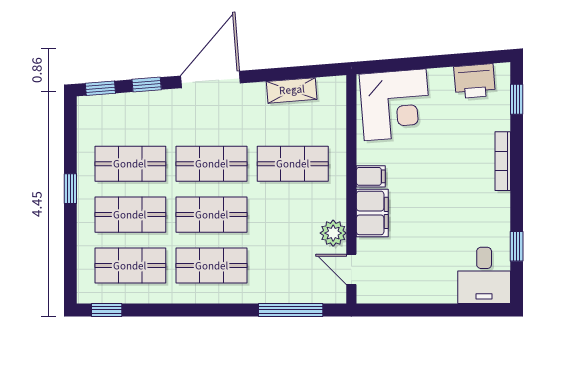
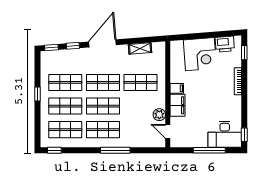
corner desk: (395, 105) -> (200, 54), moved
window: (517, 246) -> (244, 135), moved
desk: (484, 275) -> (225, 134), width x1.37
window: (291, 310) -> (115, 150), moved
window: (441, 310) -> (209, 150), added

